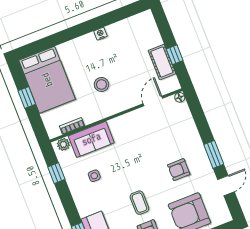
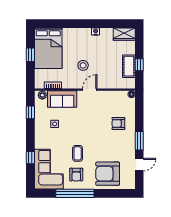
wardrobe: (139, 22) -> (124, 34), added
door: (153, 101) -> (90, 90), moved
armchair: (179, 170) -> (118, 123), moved

